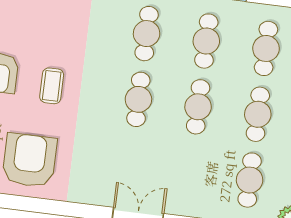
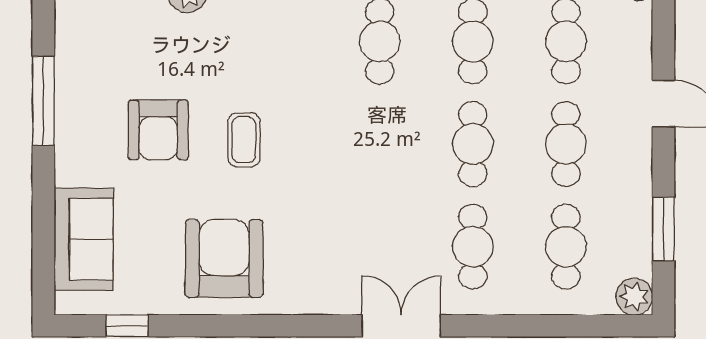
cafe table: (138, 99) -> (473, 247), moved

